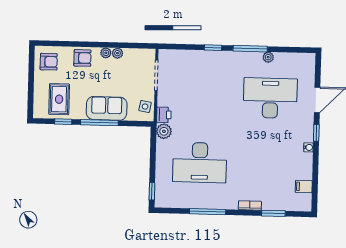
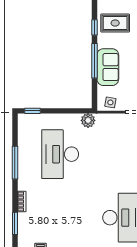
printer: (164, 115) -> (103, 120), removed

